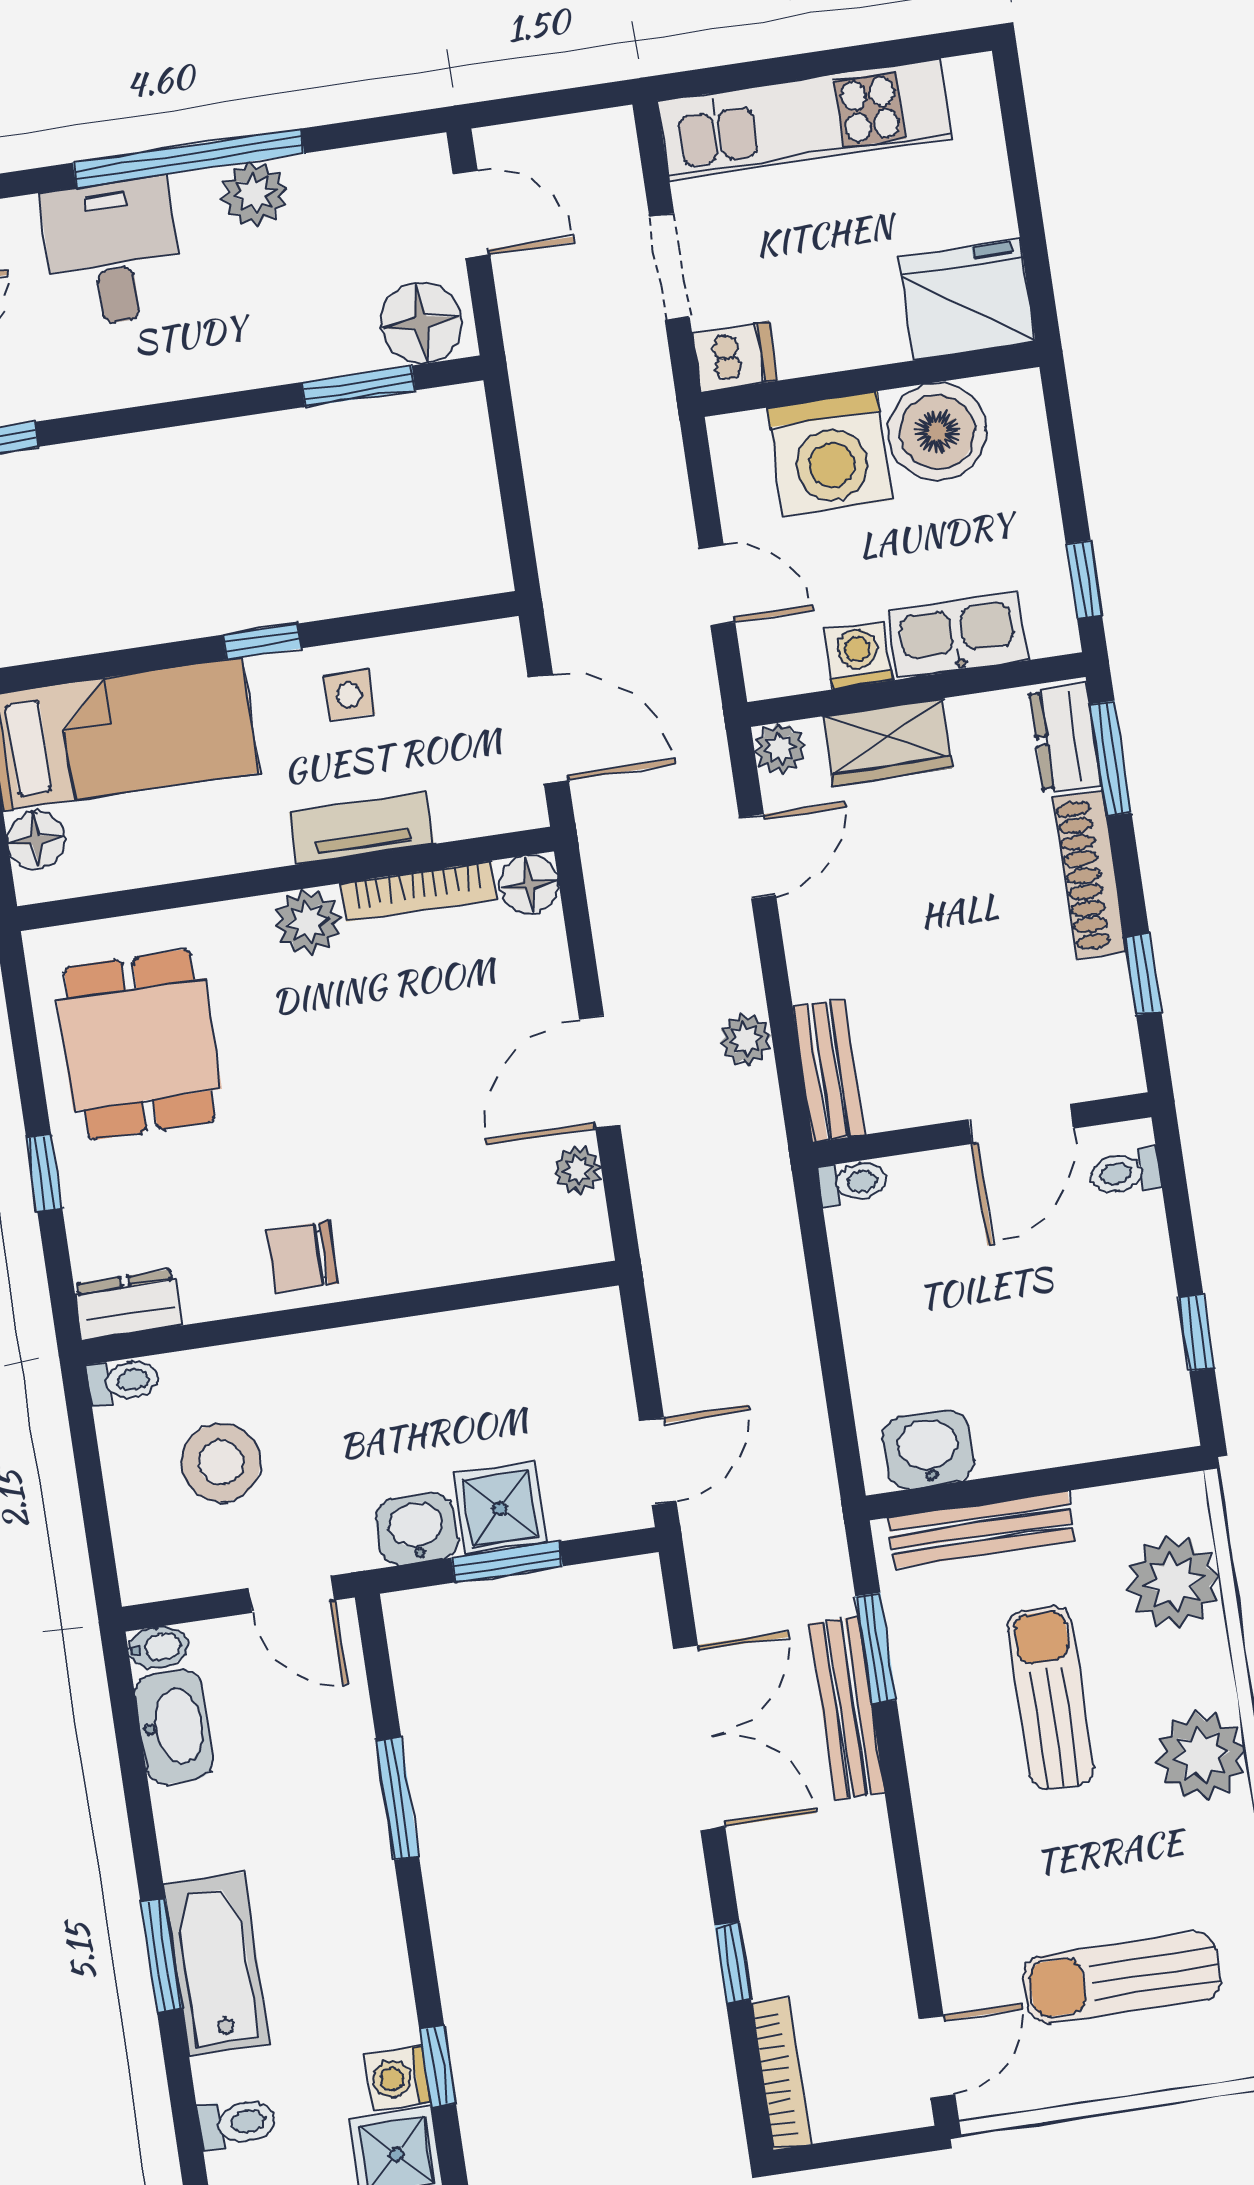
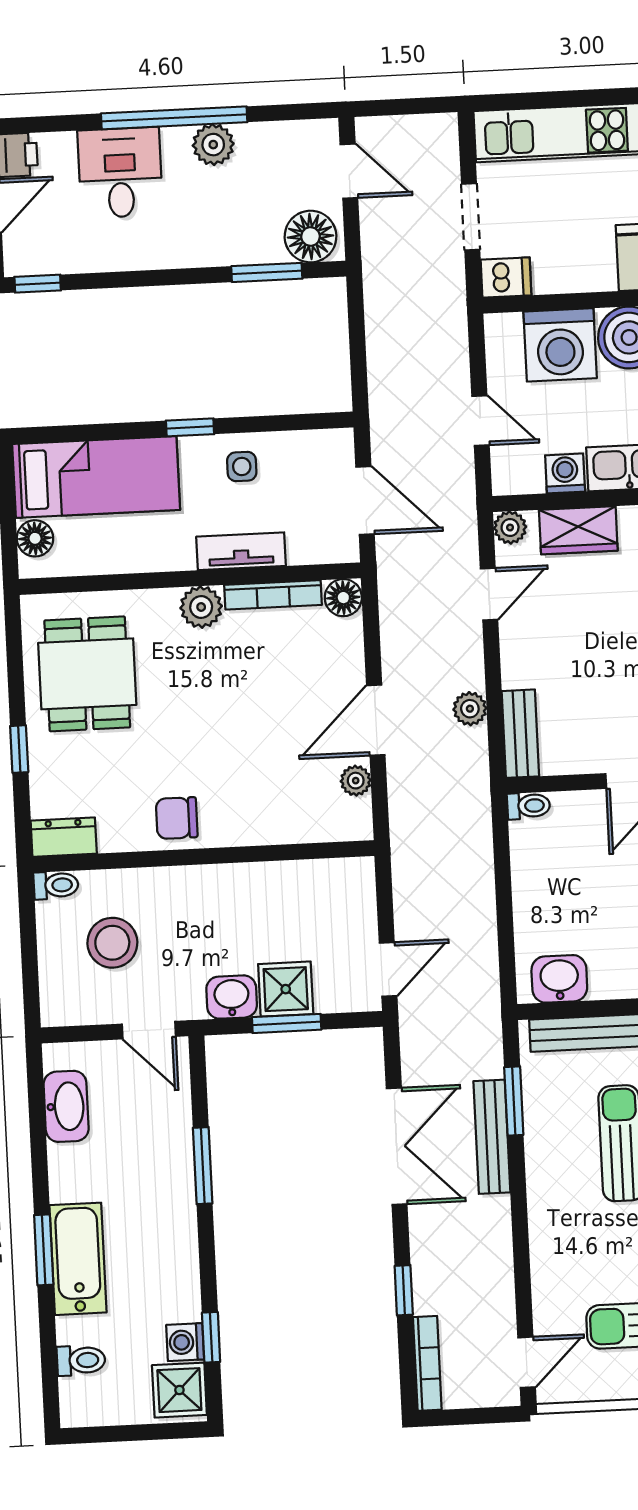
bidet: (158, 1647) -> (61, 1055), removed

